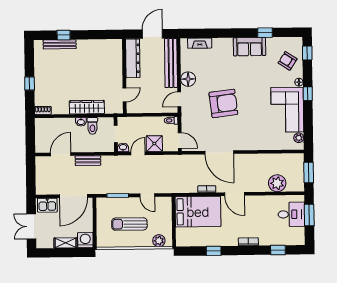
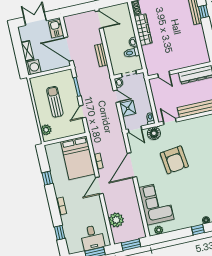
floor lamp: (188, 79) -> (154, 133), moved
wardrobe: (87, 107) -> (143, 30), moved
corner sofa: (287, 110) -> (156, 203), moved, turned 90
door: (180, 141) -> (135, 129), hinge flipped
door: (61, 154) -> (99, 20), moved

